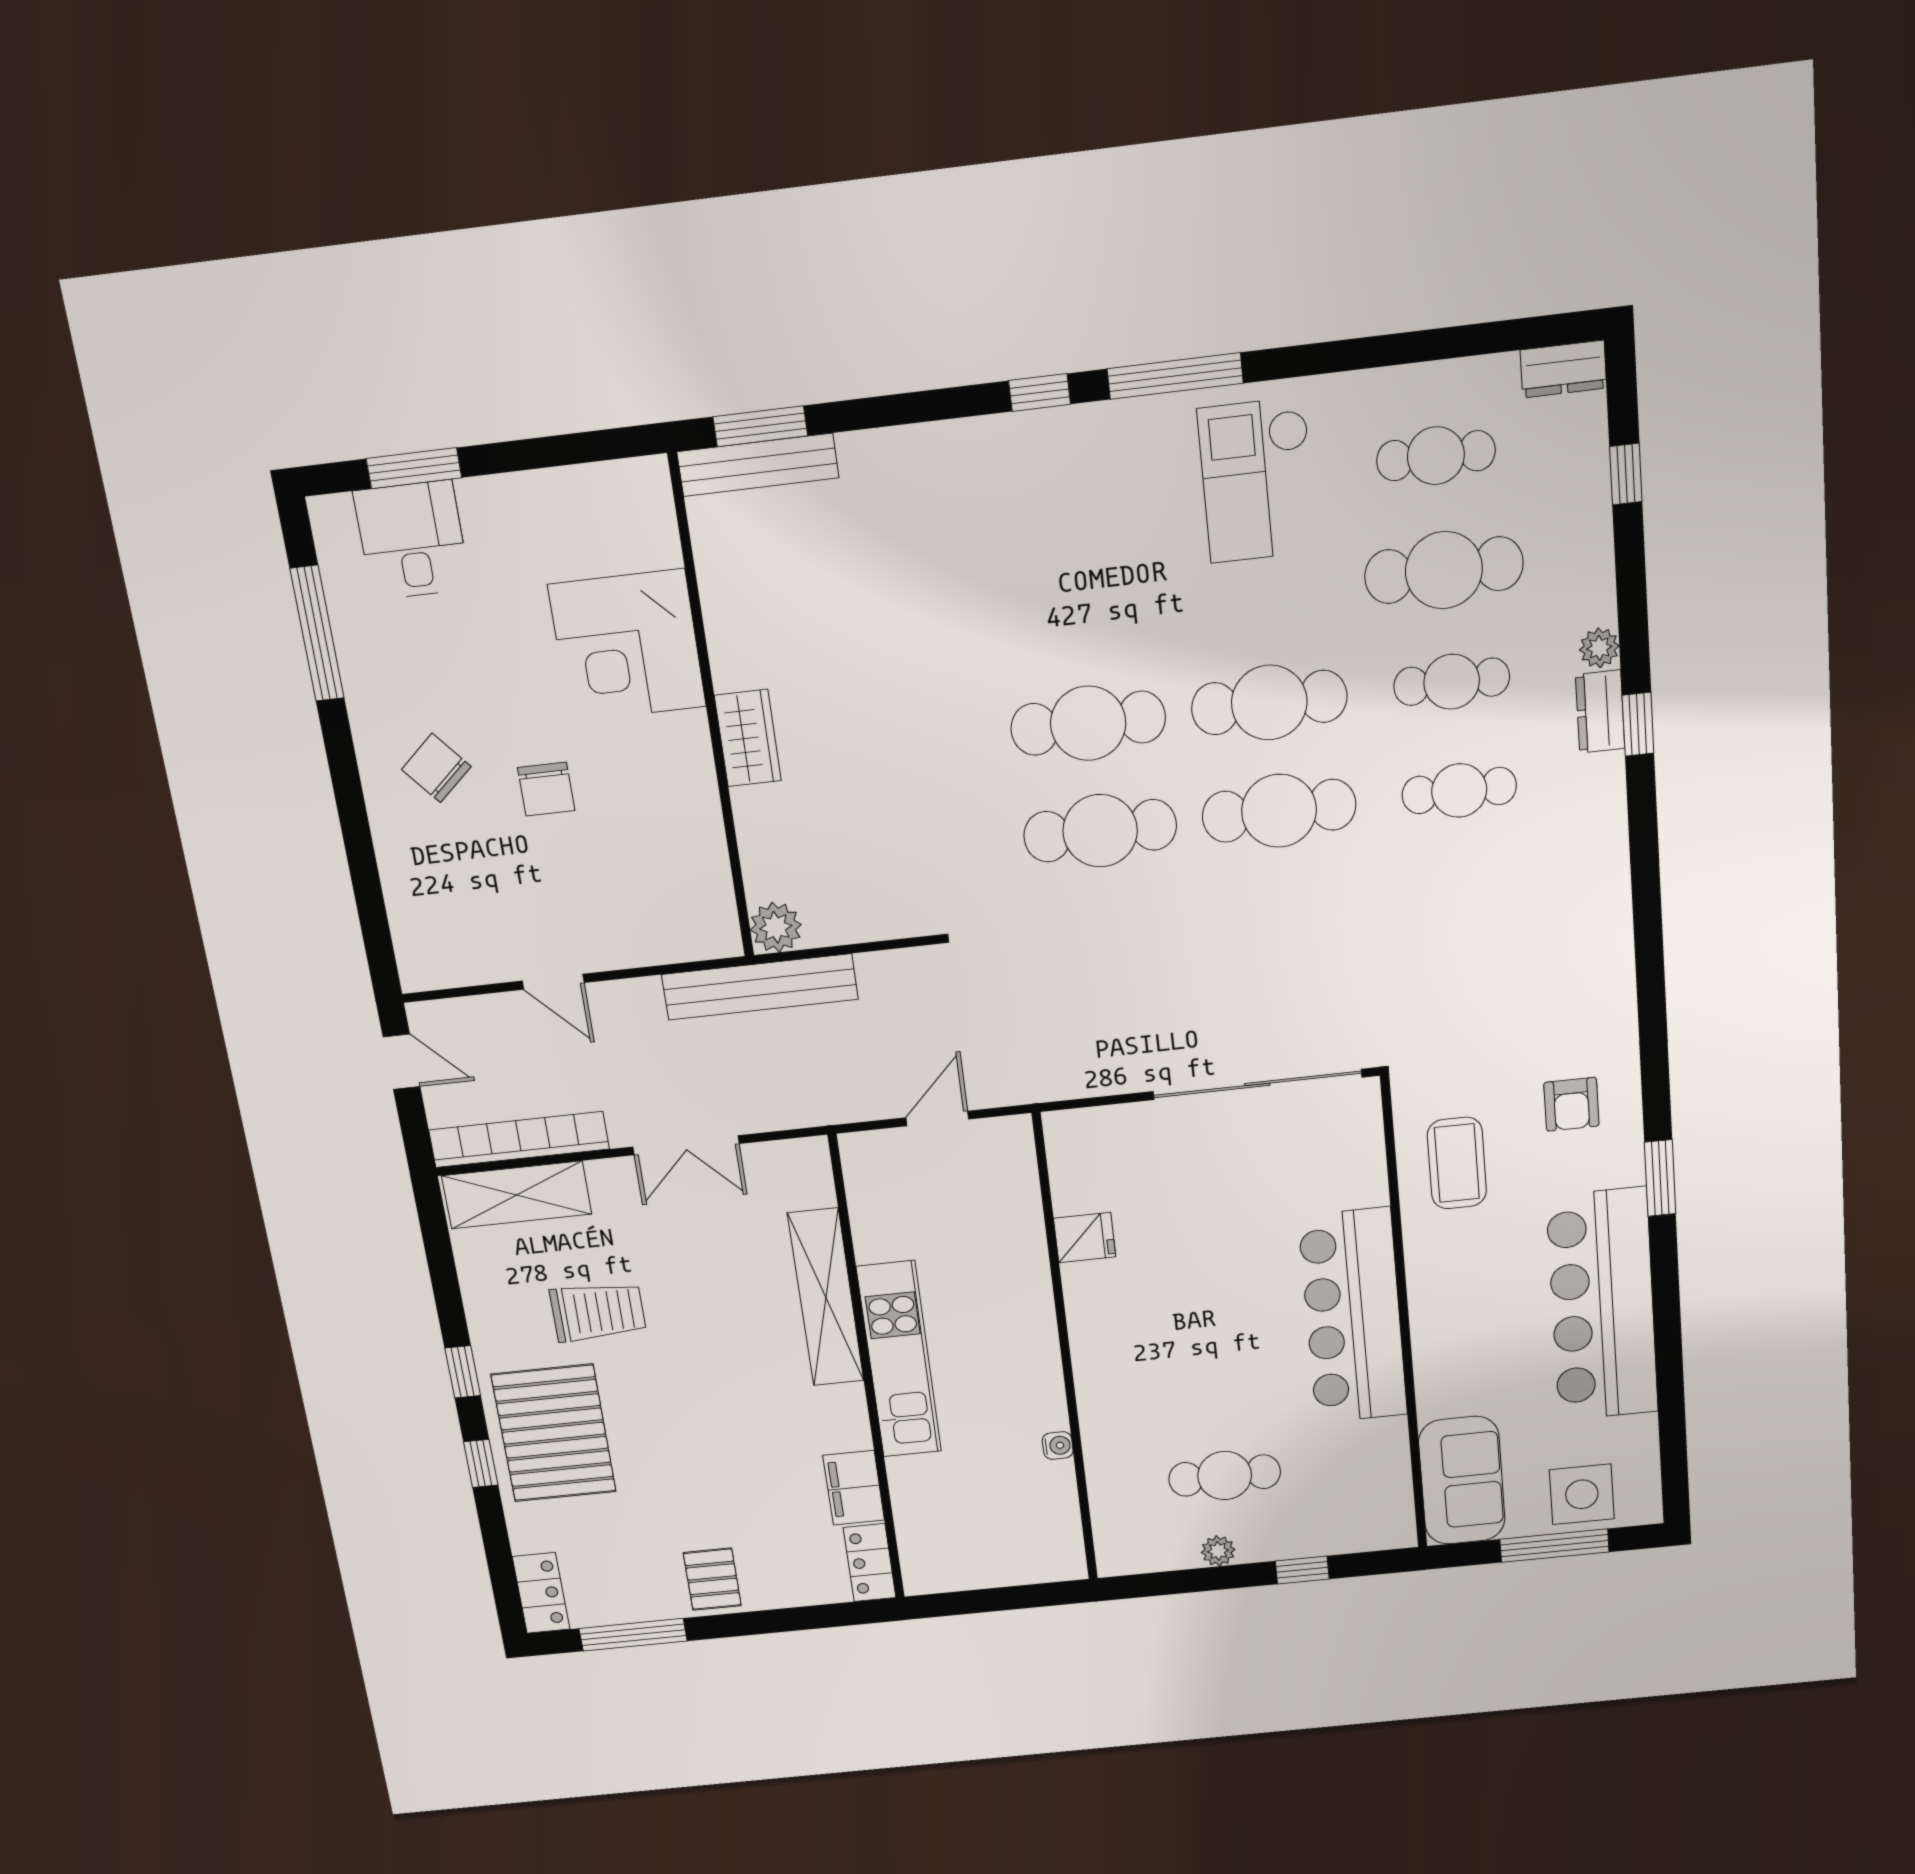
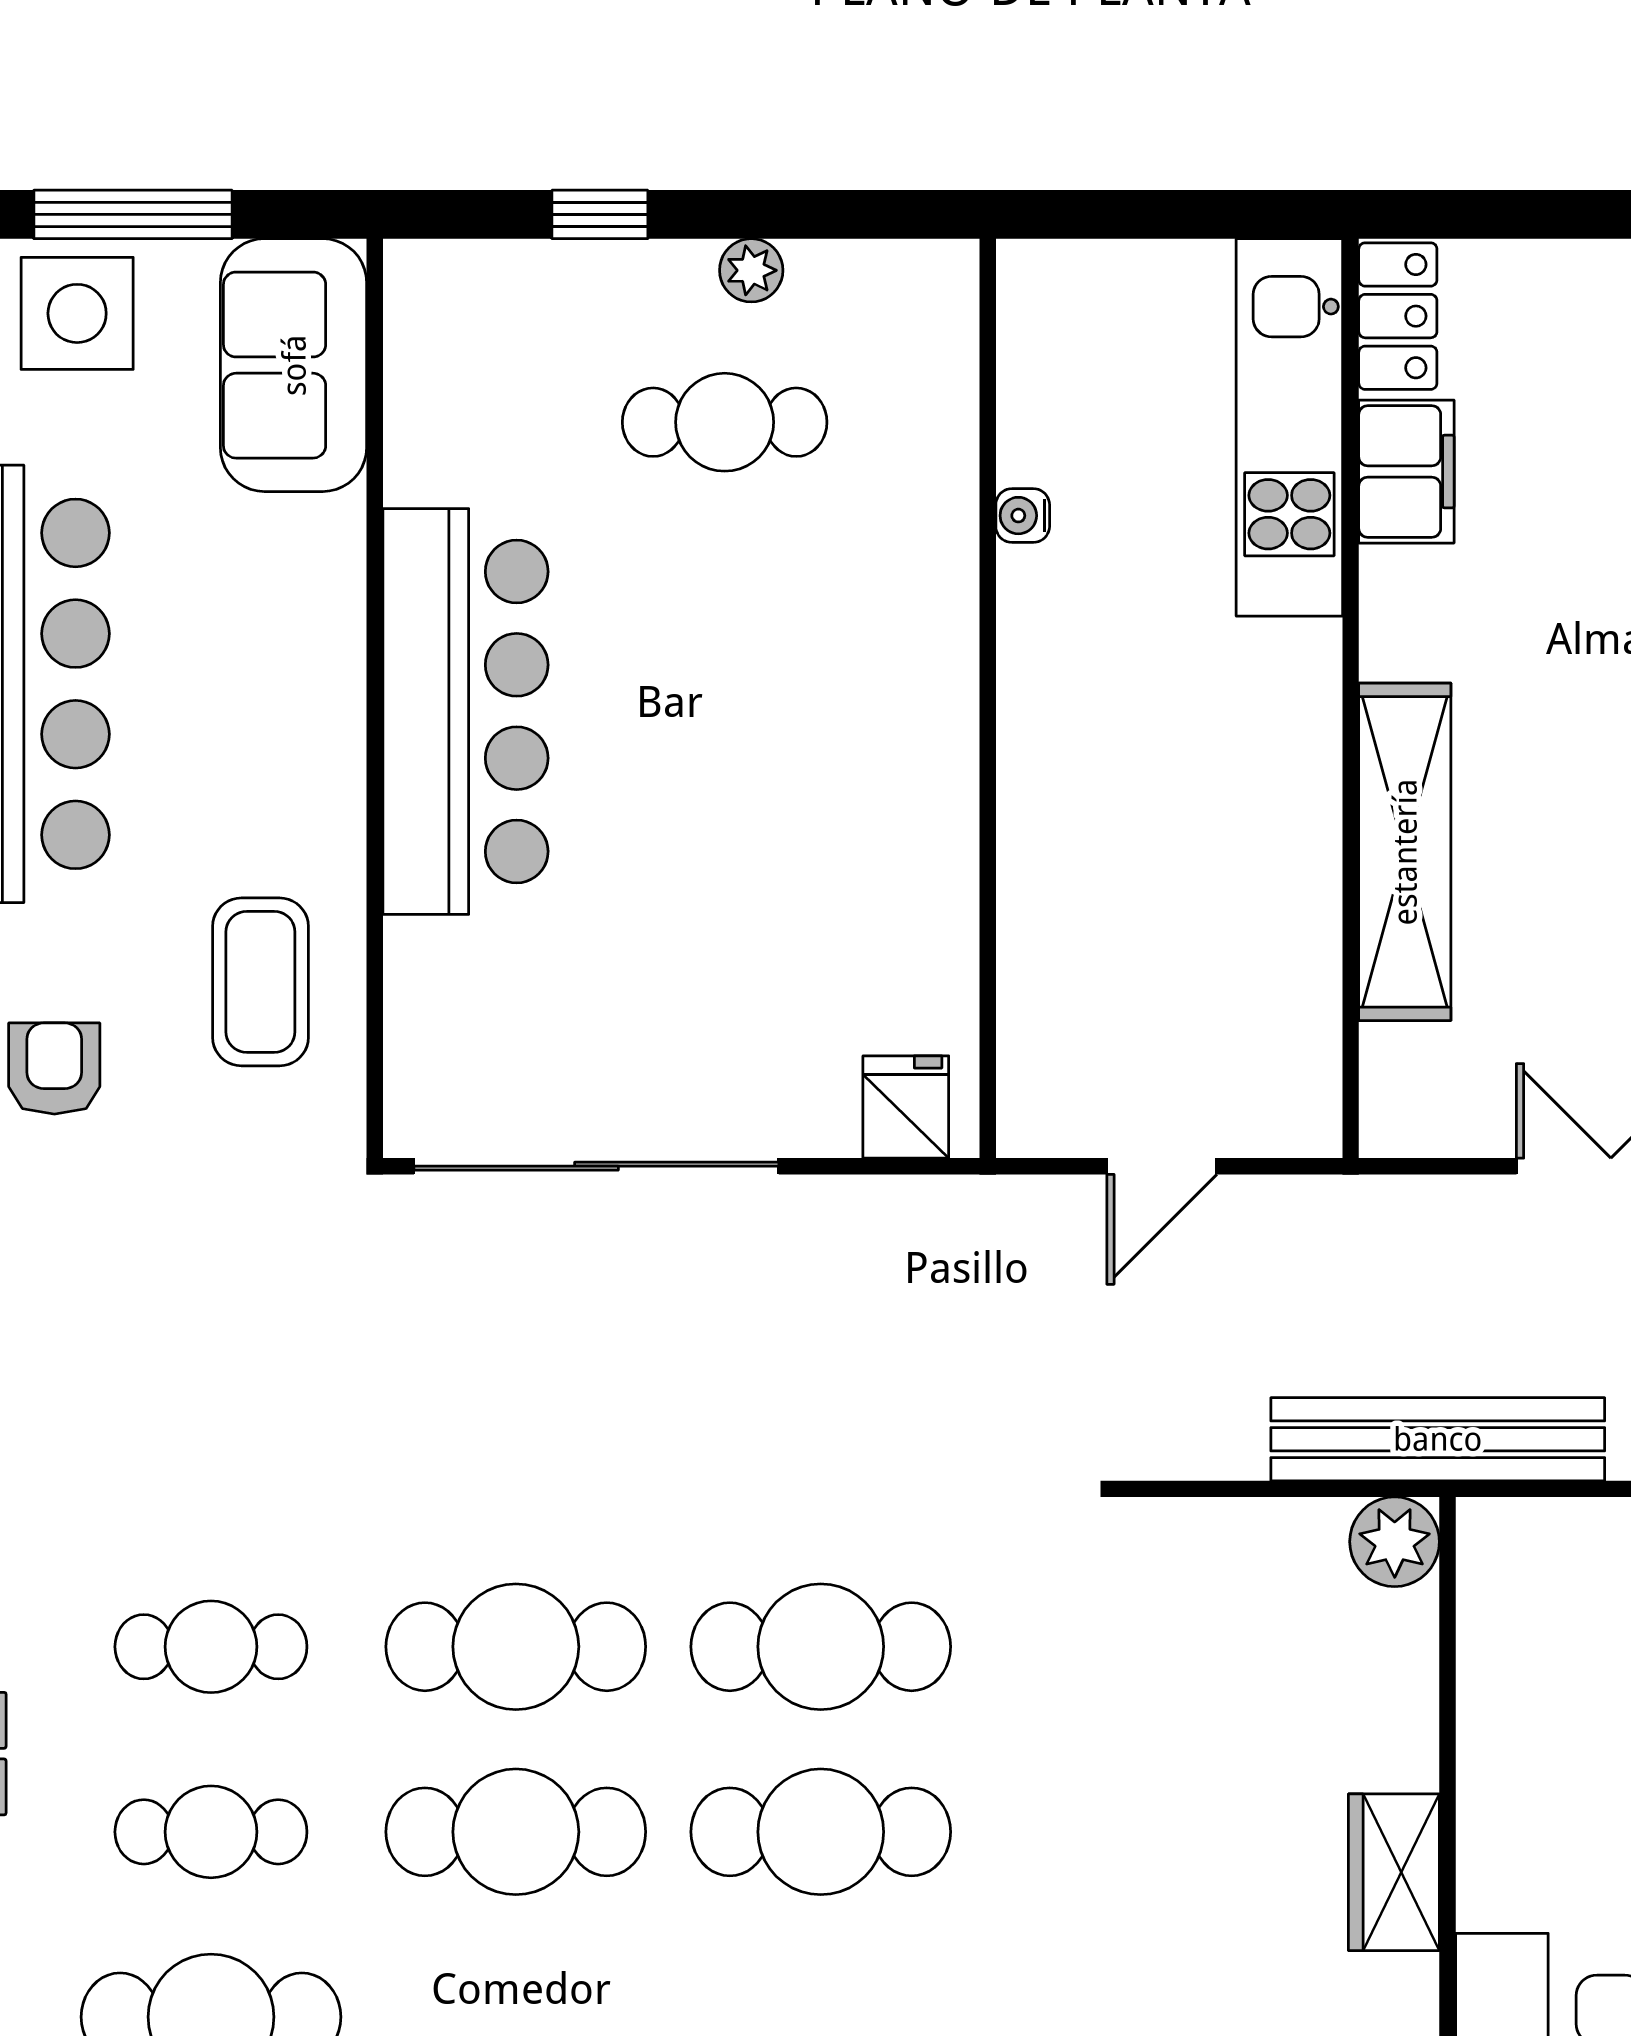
fridge: (1085, 1238) -> (906, 1107), moved, turned 90
kitchen unit: (899, 1359) -> (1289, 427), moved

